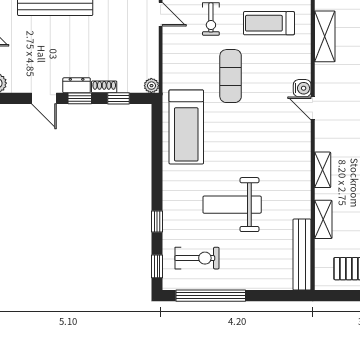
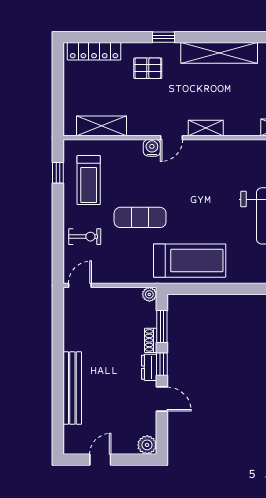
door: (44, 98) -> (162, 399), hinge flipped
window: (118, 98) -> (162, 326), width x1.50
shelving: (323, 170) -> (206, 128), moved

